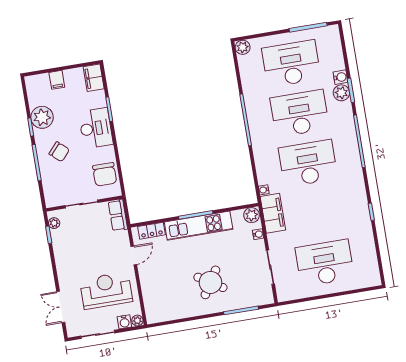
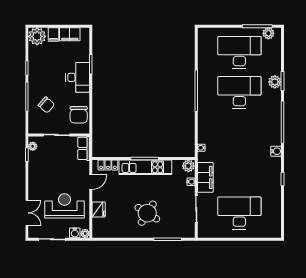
plant: (243, 47) -> (268, 33), moved
water cooler: (340, 77) -> (276, 151), moved
filing cabinet: (94, 78) -> (70, 34), moved, turned -90
plant: (42, 117) -> (37, 36), moved
chair: (59, 152) -> (46, 105), moved
desk: (308, 163) -> (239, 133), removed
filing cabinet: (273, 213) -> (205, 177), moved
fridge: (149, 288) -> (99, 209), added
double door: (61, 307) -> (27, 213), swing flipped

